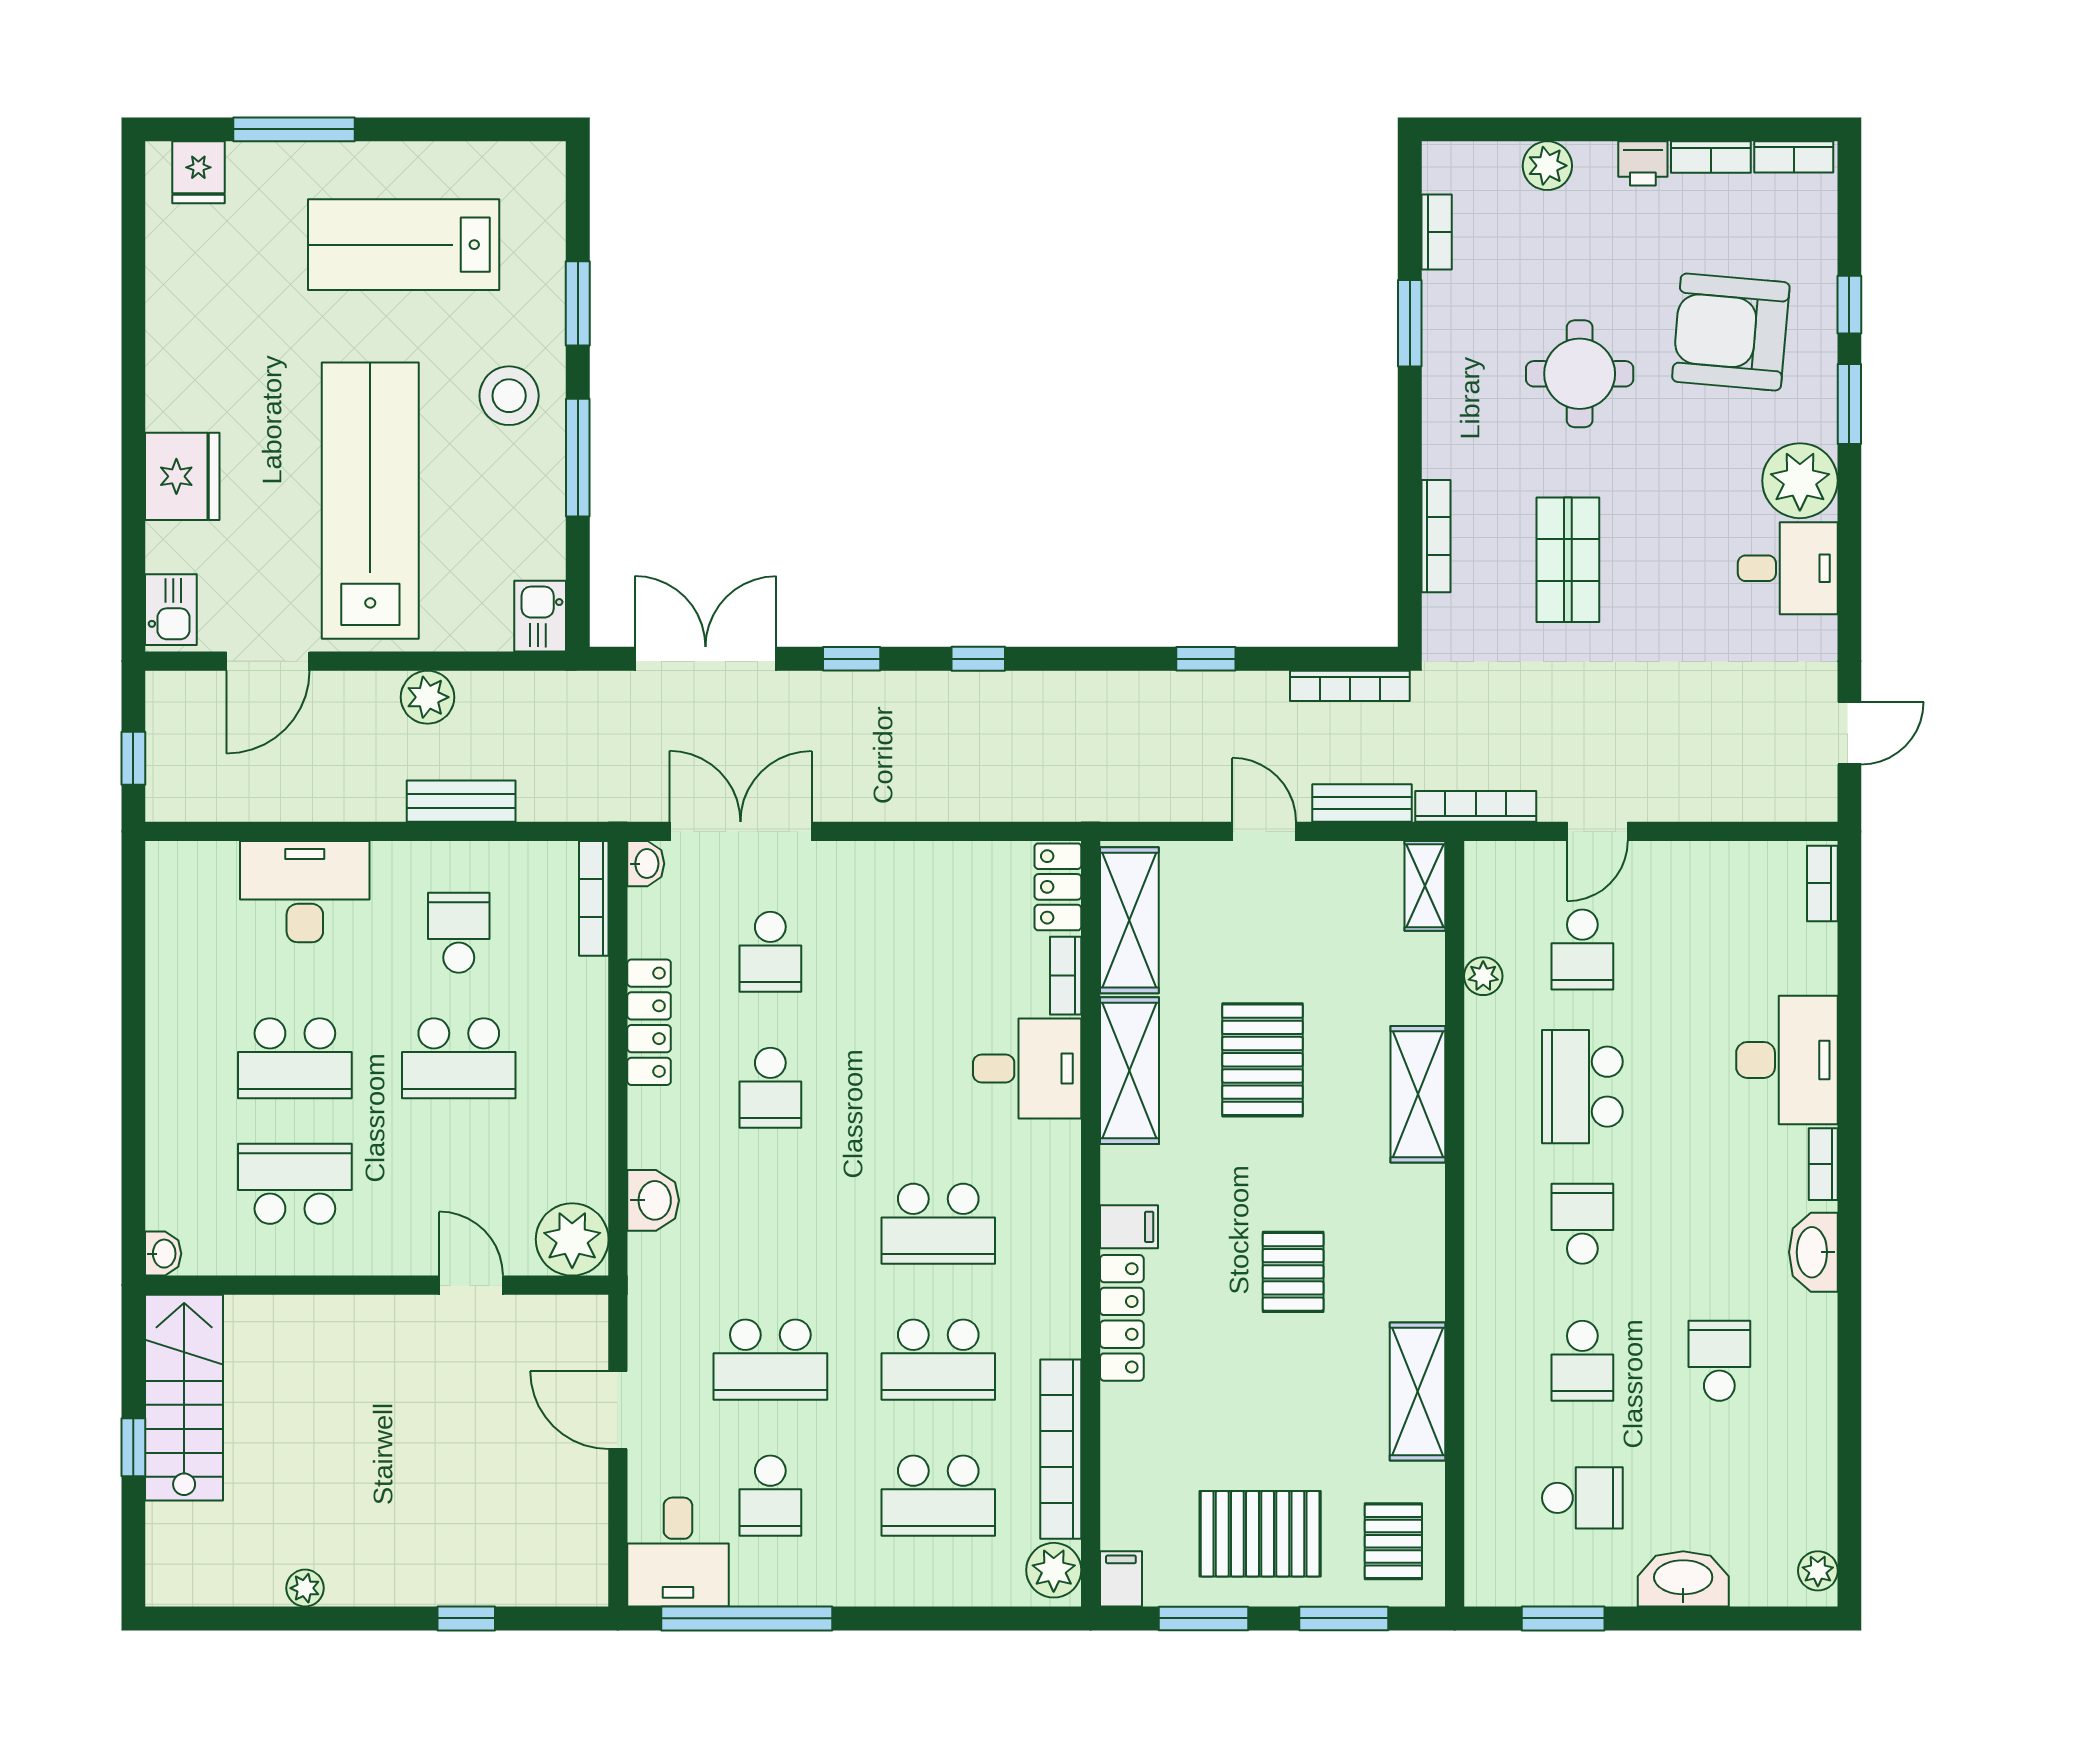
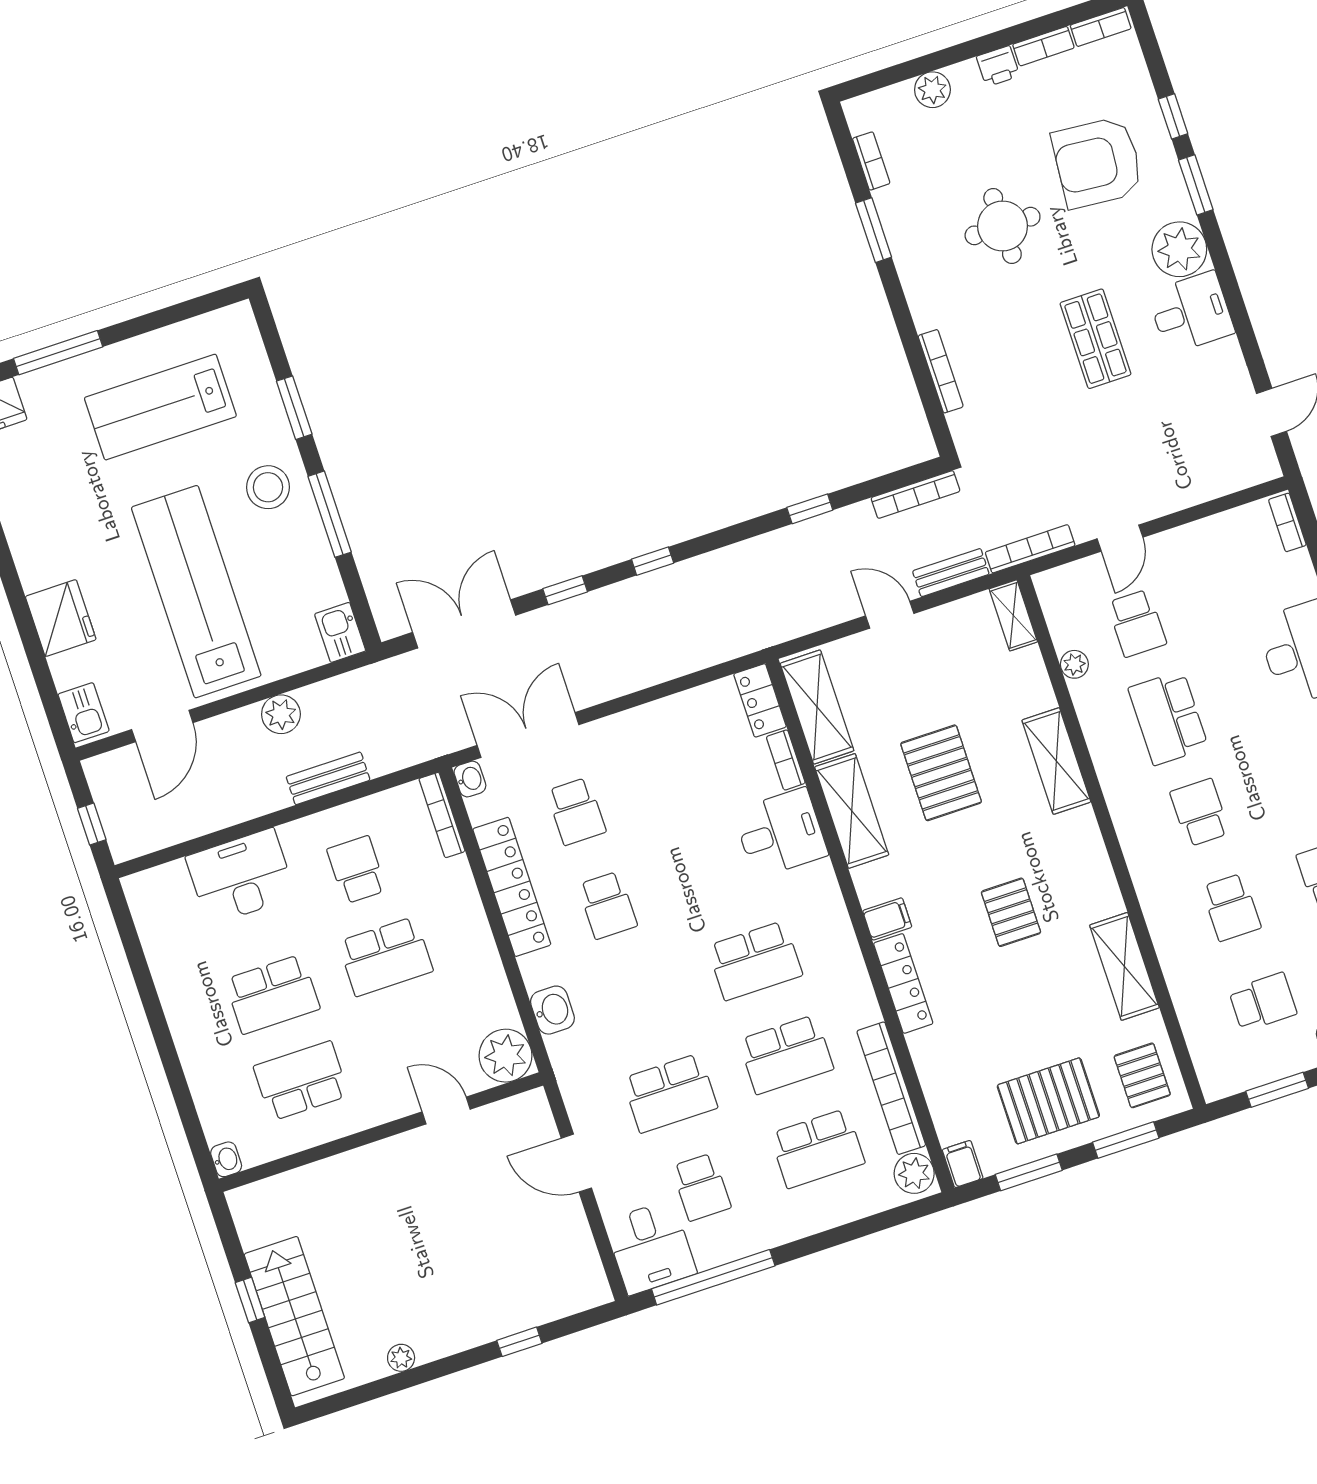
shop shelf: (1568, 560) -> (1095, 339), moved
locker: (649, 1022) -> (512, 887), width x1.41, depth x1.21
stairs: (184, 1398) -> (294, 1316), moved

